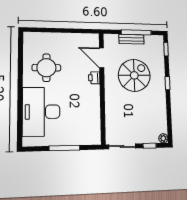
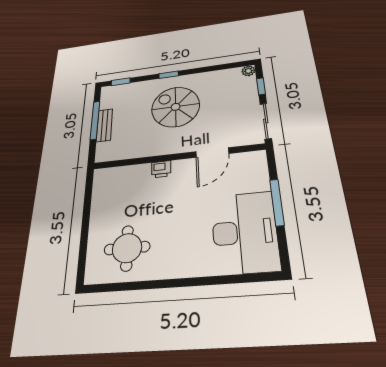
door: (102, 58) -> (212, 153), moved
round table: (46, 68) -> (127, 248), moved
spiral stairs: (134, 75) -> (175, 107), moved
desk: (41, 112) -> (244, 232), moved, turned -90

